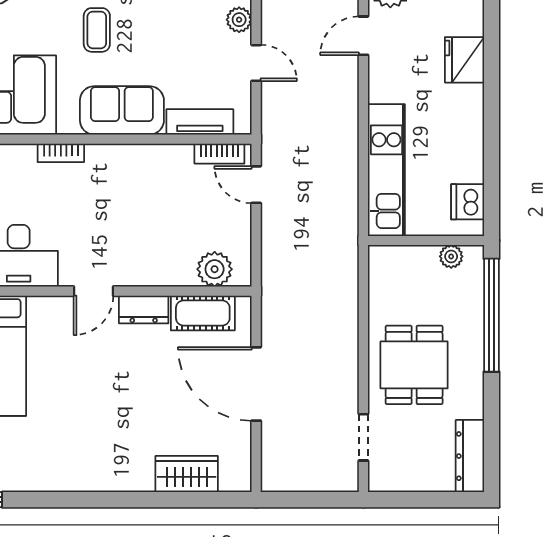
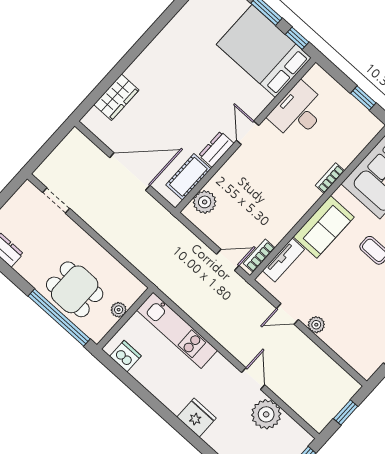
plant: (451, 256) -> (119, 310), moved
dining table: (414, 365) -> (75, 289), moved

